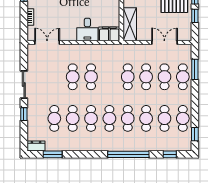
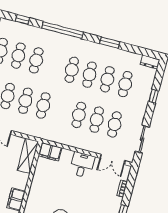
desk: (87, 30) -> (82, 165), moved
sliding door: (24, 85) -> (142, 139), moved
cafe table: (128, 118) -> (114, 124), moved
window: (53, 154) -> (110, 43), moved

